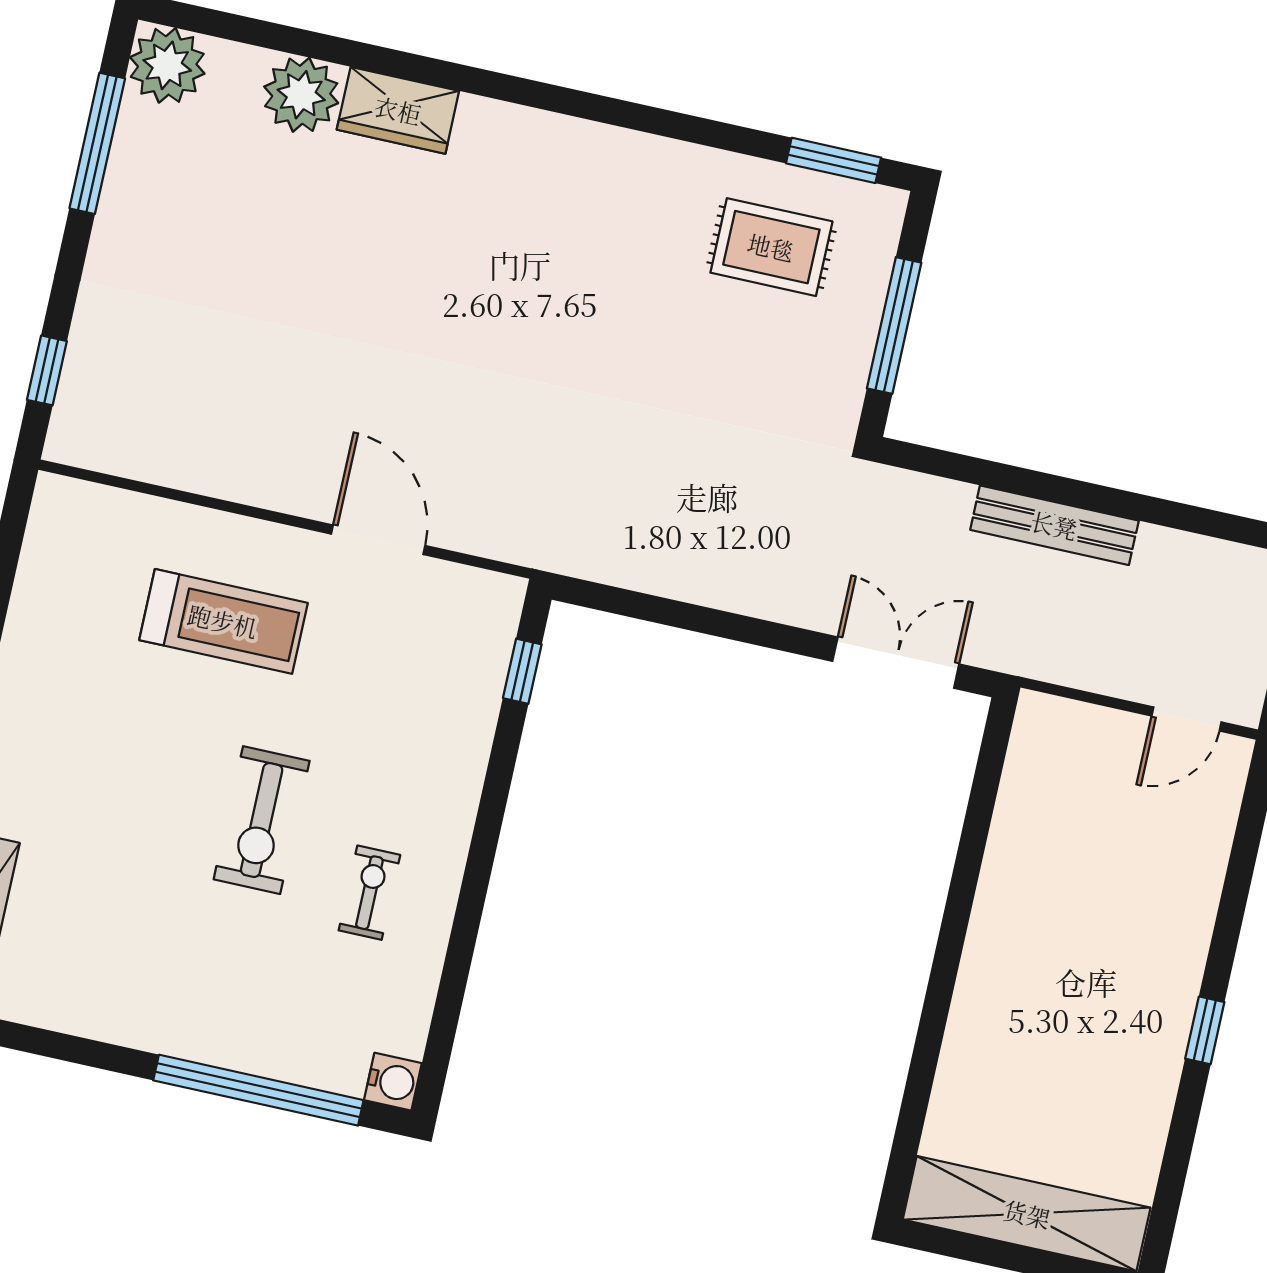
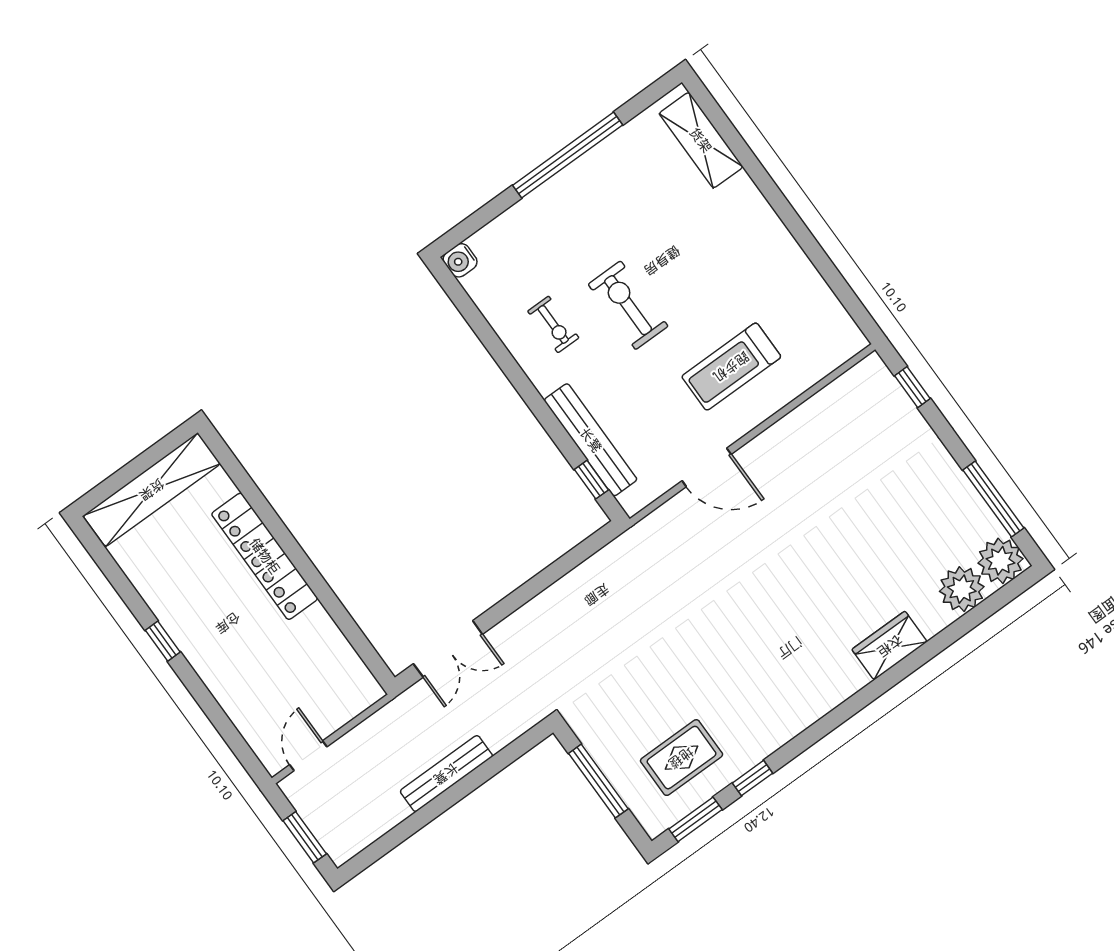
plant: (301, 95) -> (962, 589), moved
window: (718, 135) -> (752, 778), added
bench: (473, 717) -> (591, 440), added
locker: (984, 997) -> (265, 556), added
window: (258, 1090) -> (568, 155), moved

